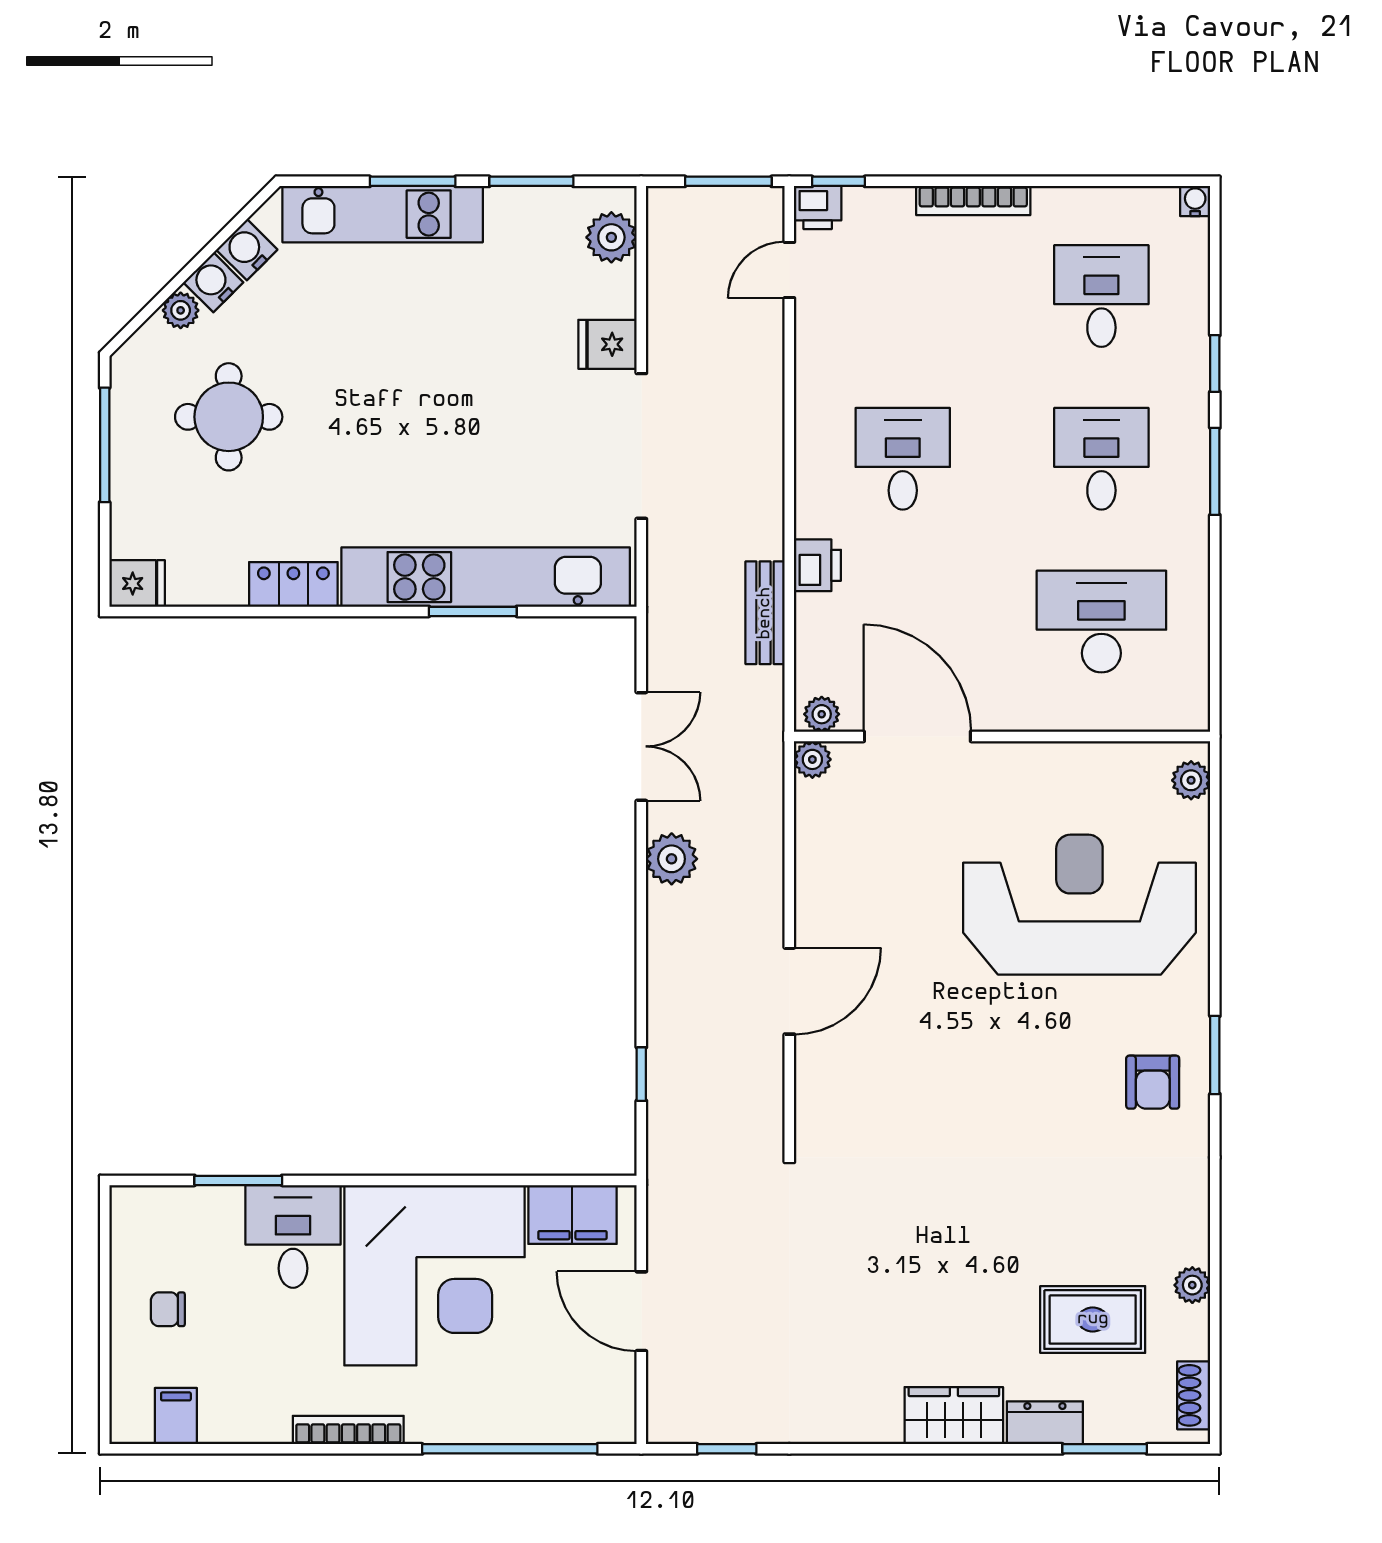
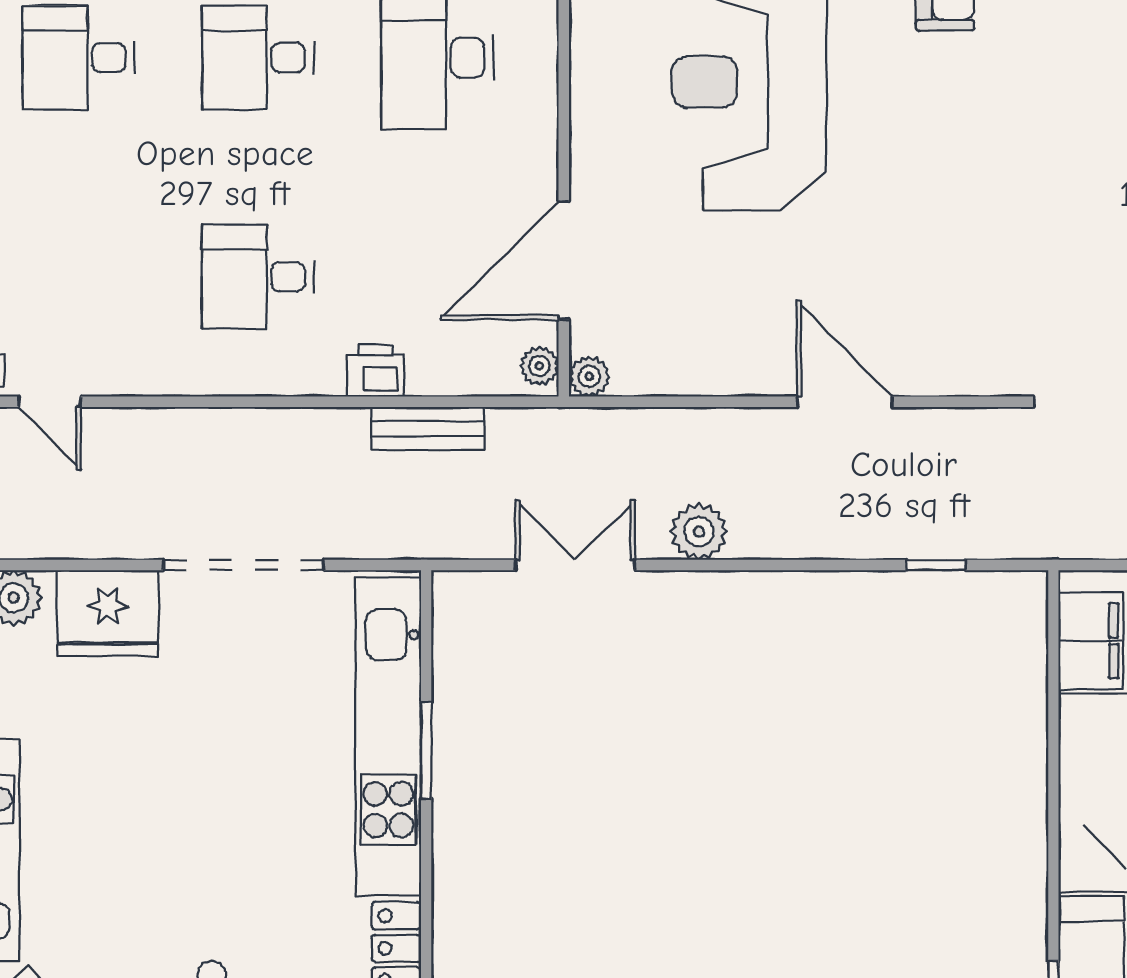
fridge: (607, 344) -> (108, 613), width x1.88, depth x1.34

